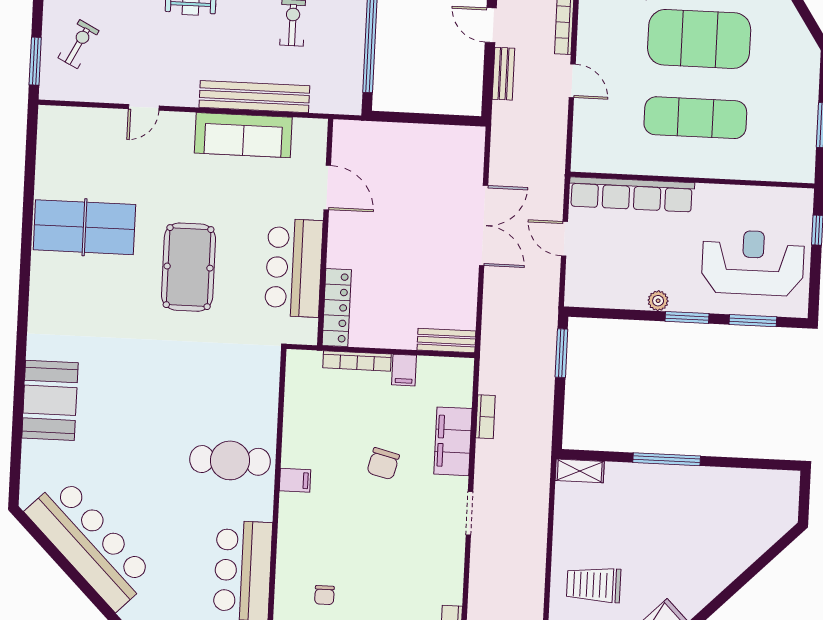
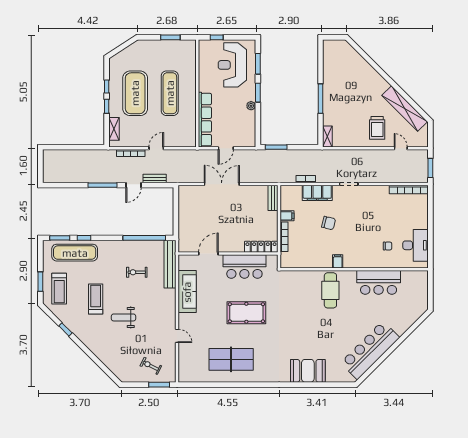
bench: (254, 97) -> (170, 264), moved
table tennis table: (84, 227) -> (231, 359), turned 90

